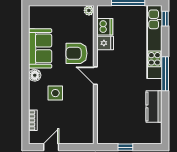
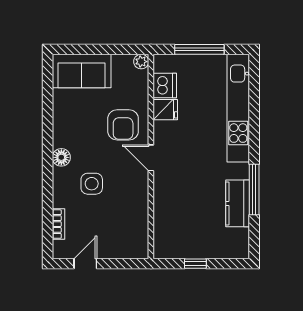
window: (165, 19) -> (254, 74), removed
sofa: (40, 48) -> (82, 71), moved, turned 90
armchair: (77, 53) -> (123, 125), turned -90
window: (165, 74) -> (254, 189), moved

